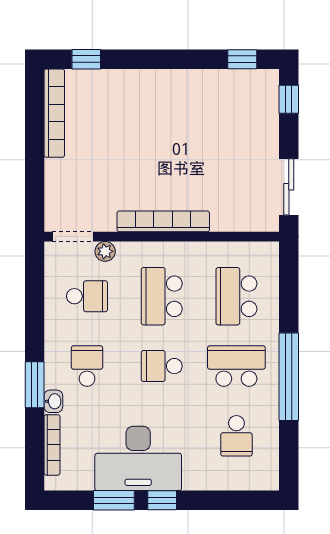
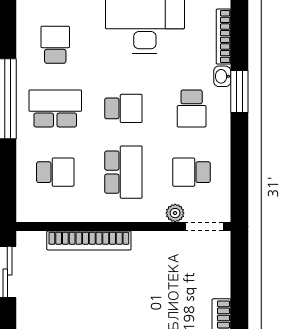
bookcase: (163, 221) -> (89, 240), moved
school desk: (236, 296) -> (55, 172), width x0.54
school desk: (236, 366) -> (55, 108), turned 180

